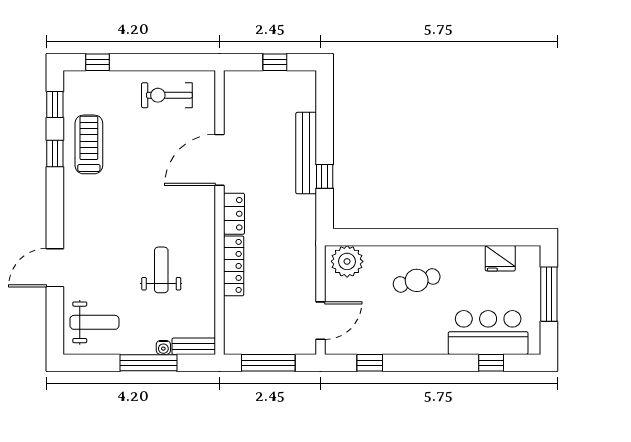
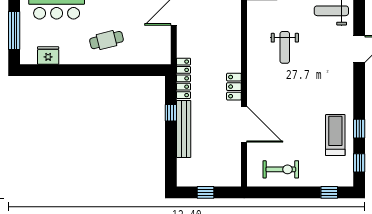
treadmill: (89, 144) -> (335, 135), turned 180
door: (220, 160) -> (244, 124), hinge flipped
plant: (347, 261) -> (155, 53), removed
locker: (234, 266) -> (183, 78), moved, turned 180

